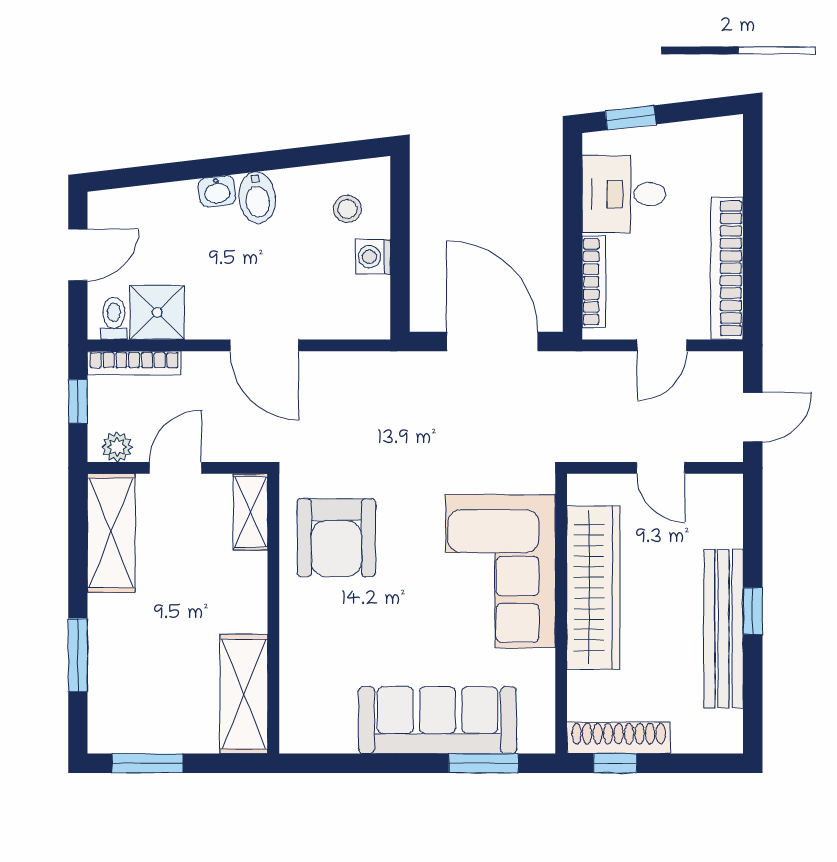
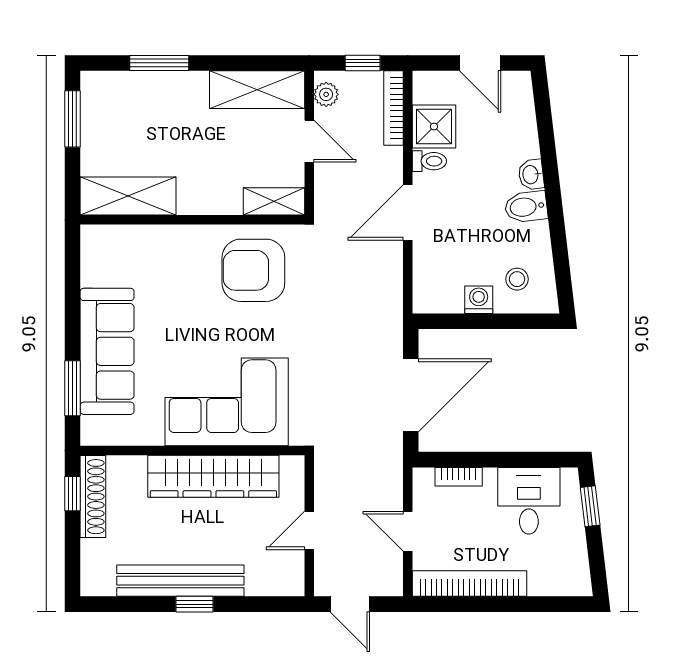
bookcase: (594, 282) -> (459, 477), width x0.64
toilet: (114, 318) -> (429, 161), moved

